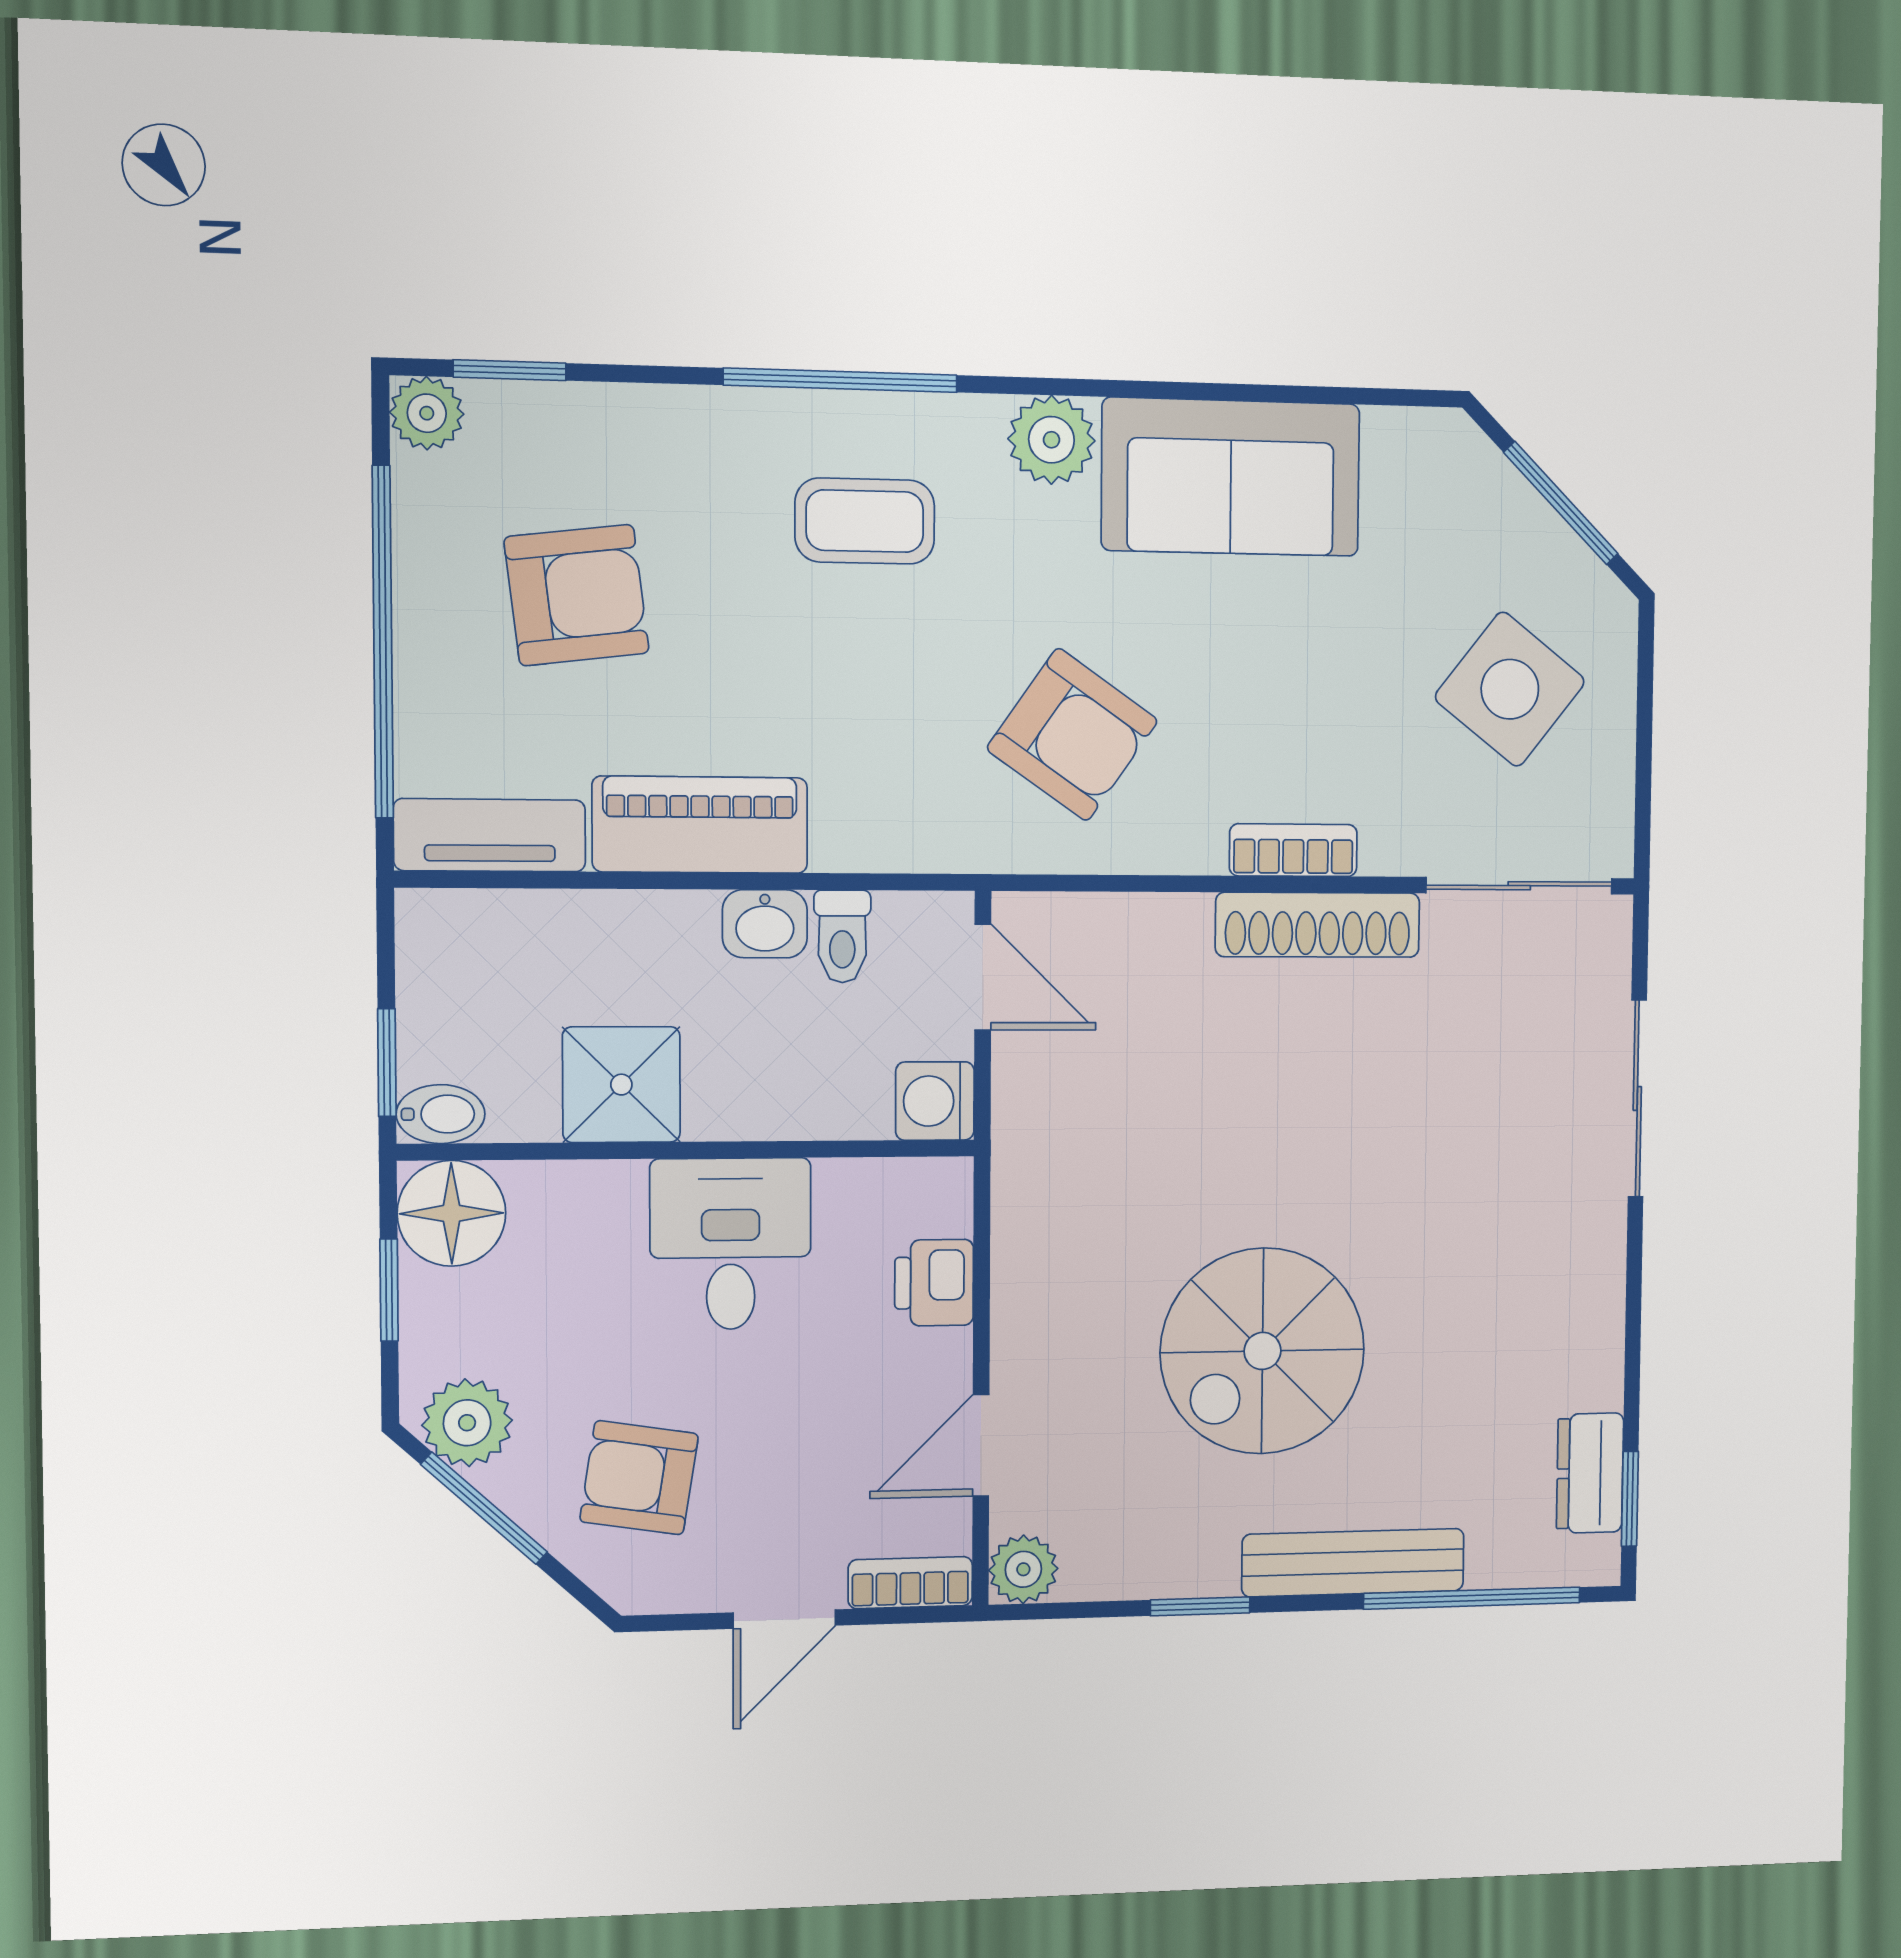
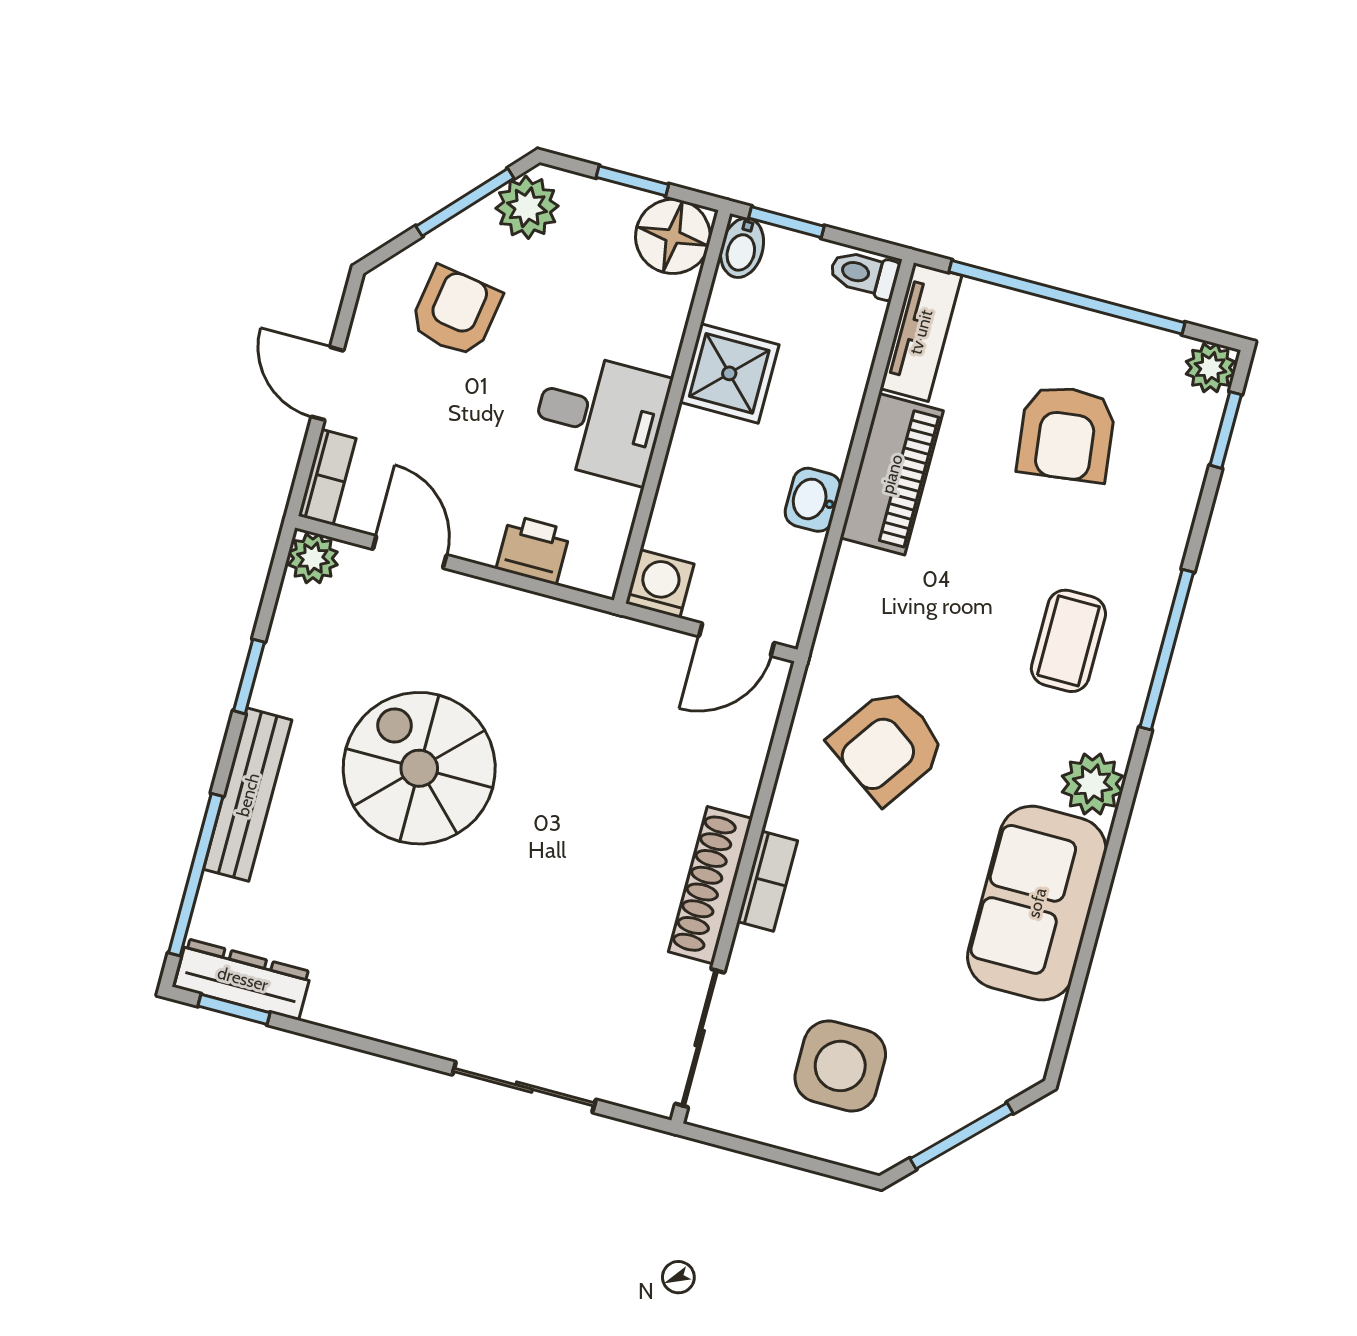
side table: (1510, 689) -> (840, 1066), turned -38
toilet: (842, 936) -> (864, 274), moved
dresser: (1590, 1473) -> (243, 979), width x1.44

